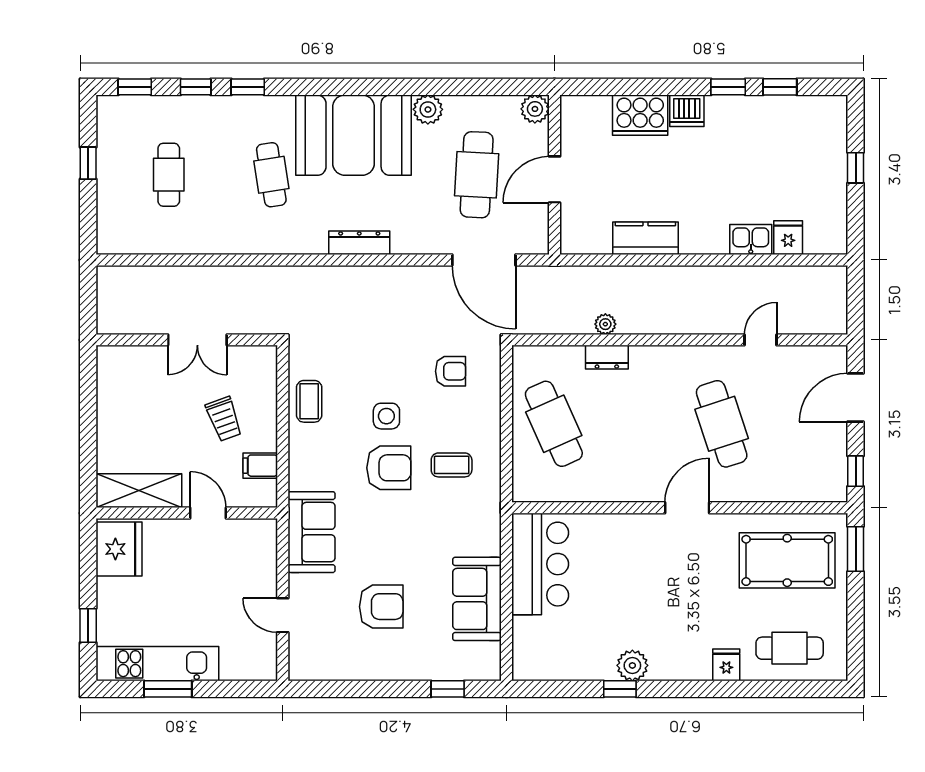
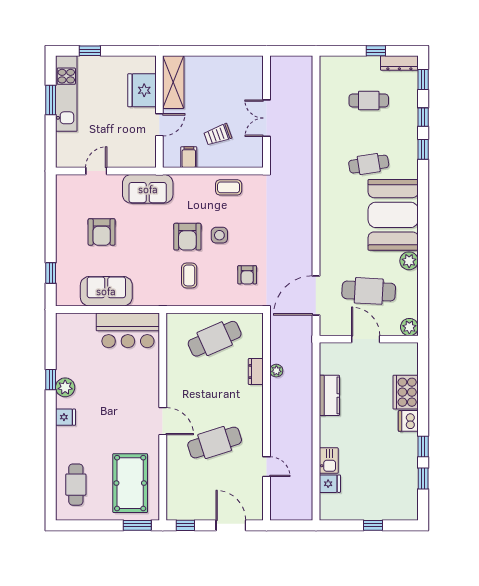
dresser: (359, 243) -> (399, 63), moved, turned 90
fridge: (119, 549) -> (142, 90), moved, turned 90
fridge: (726, 665) -> (65, 417), moved

